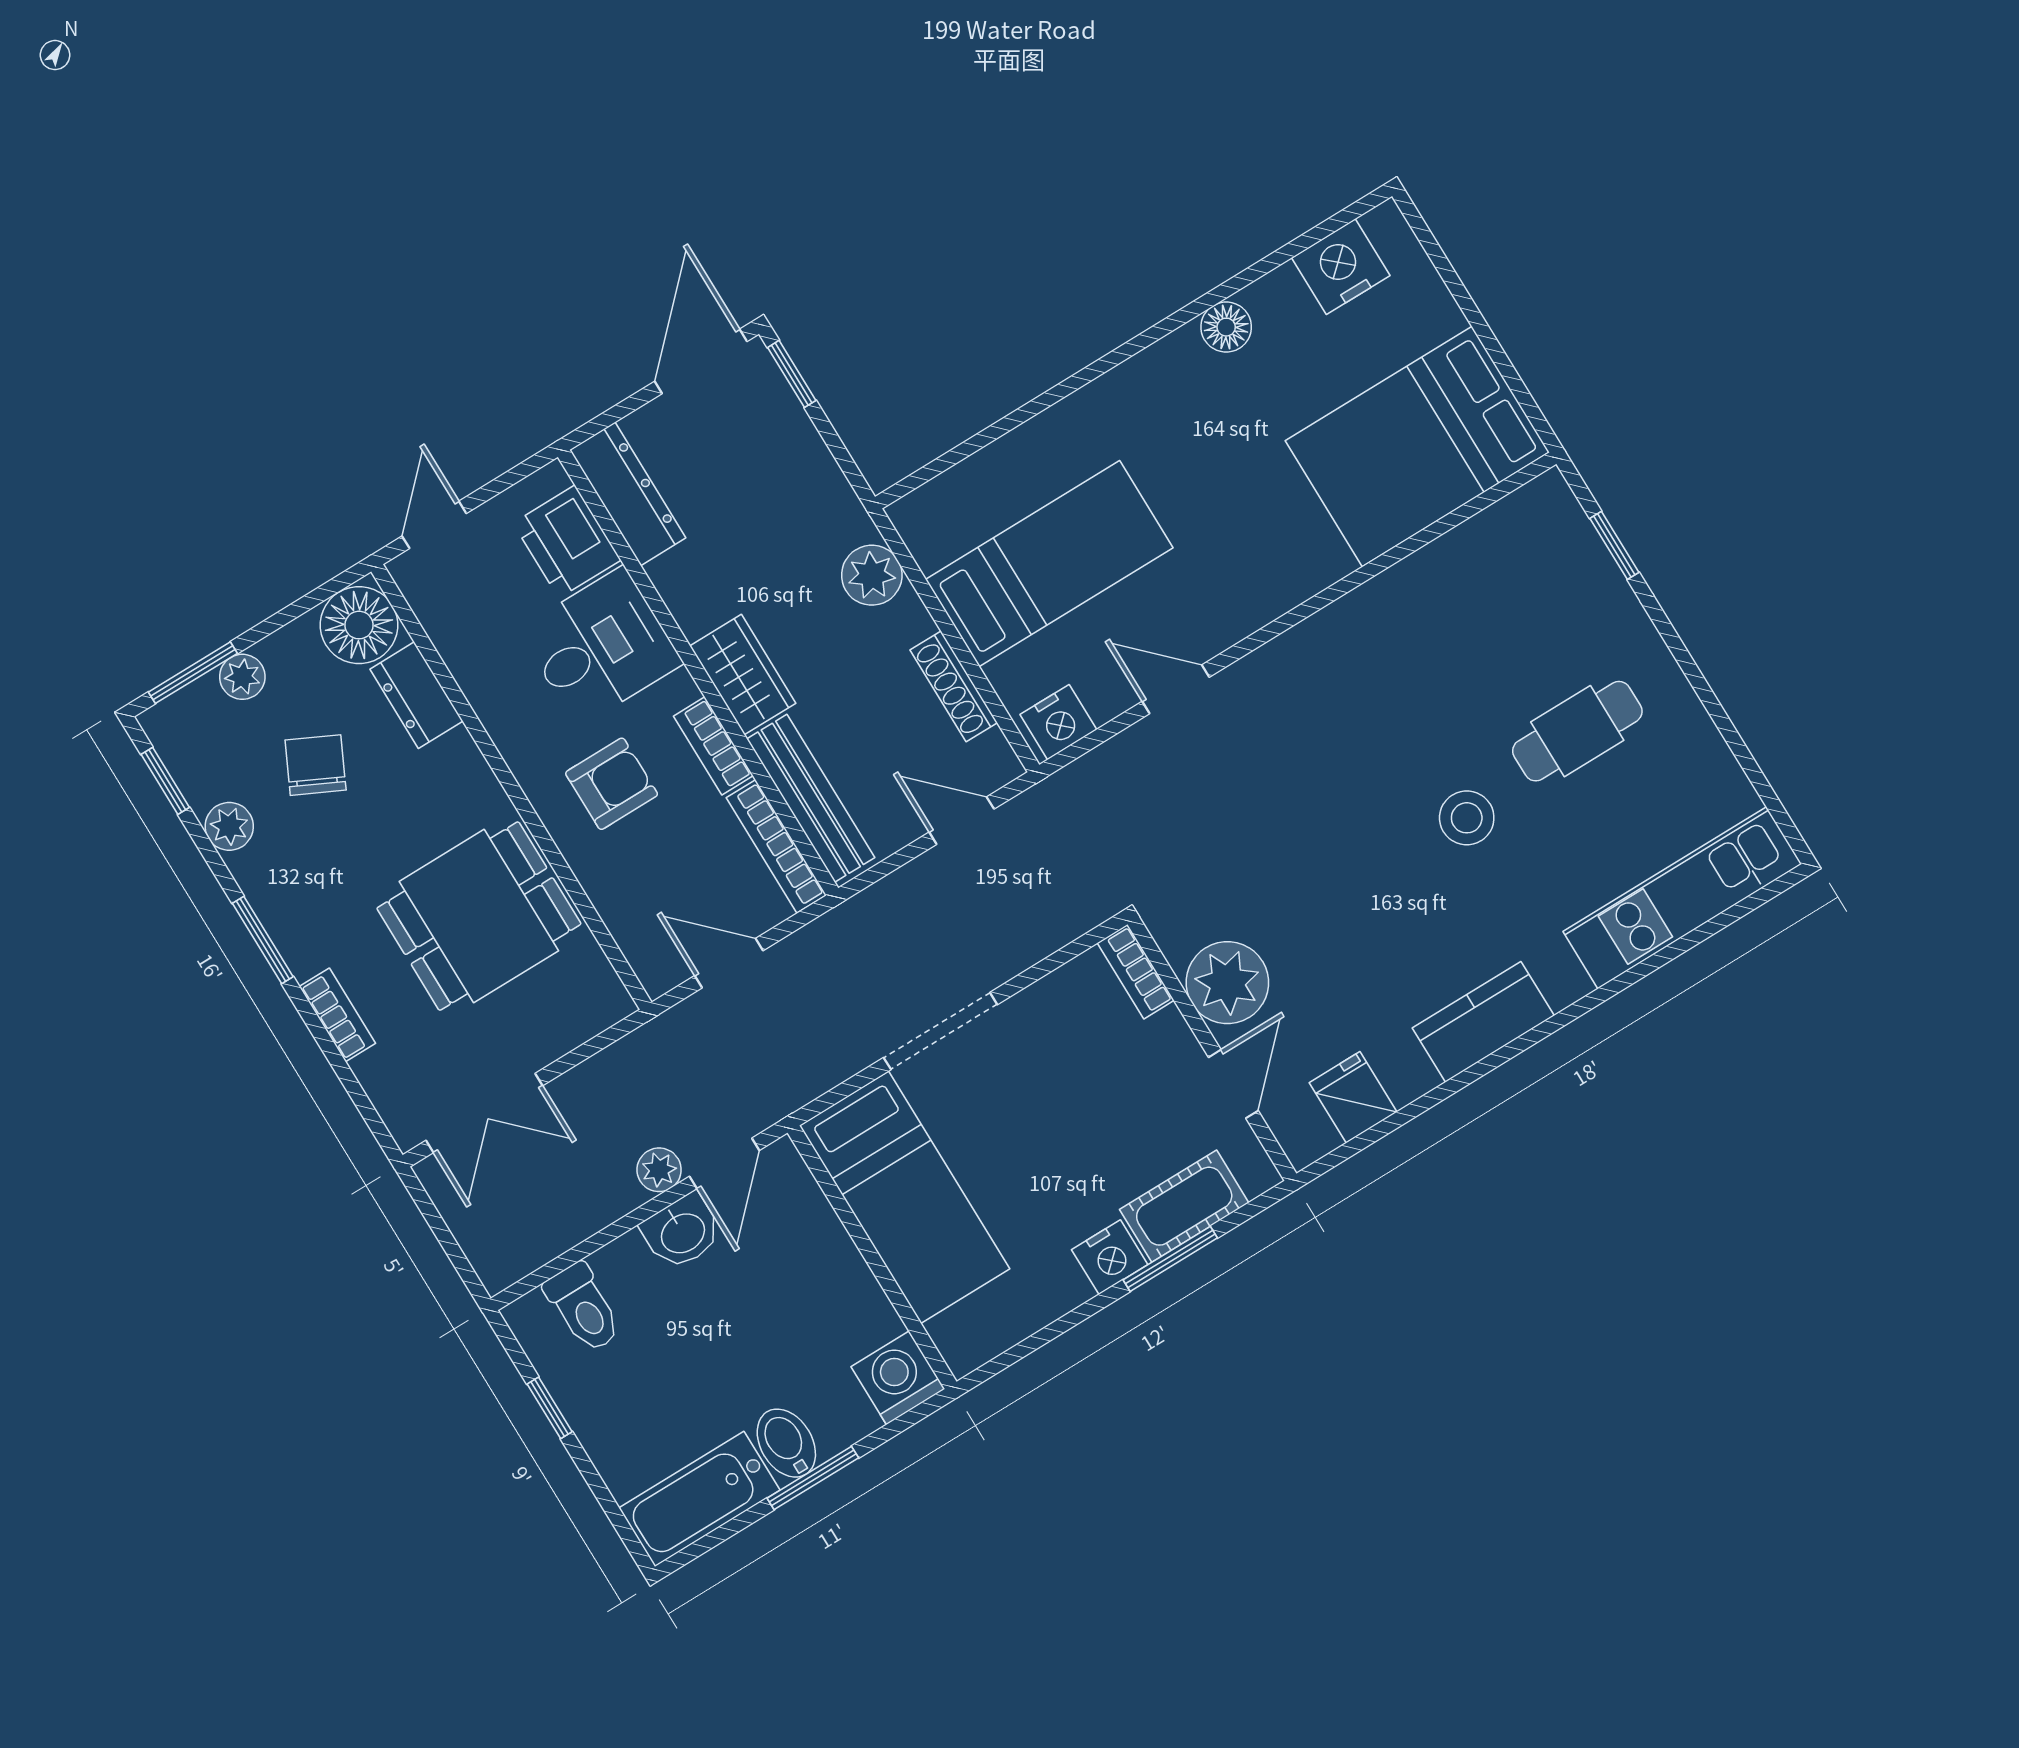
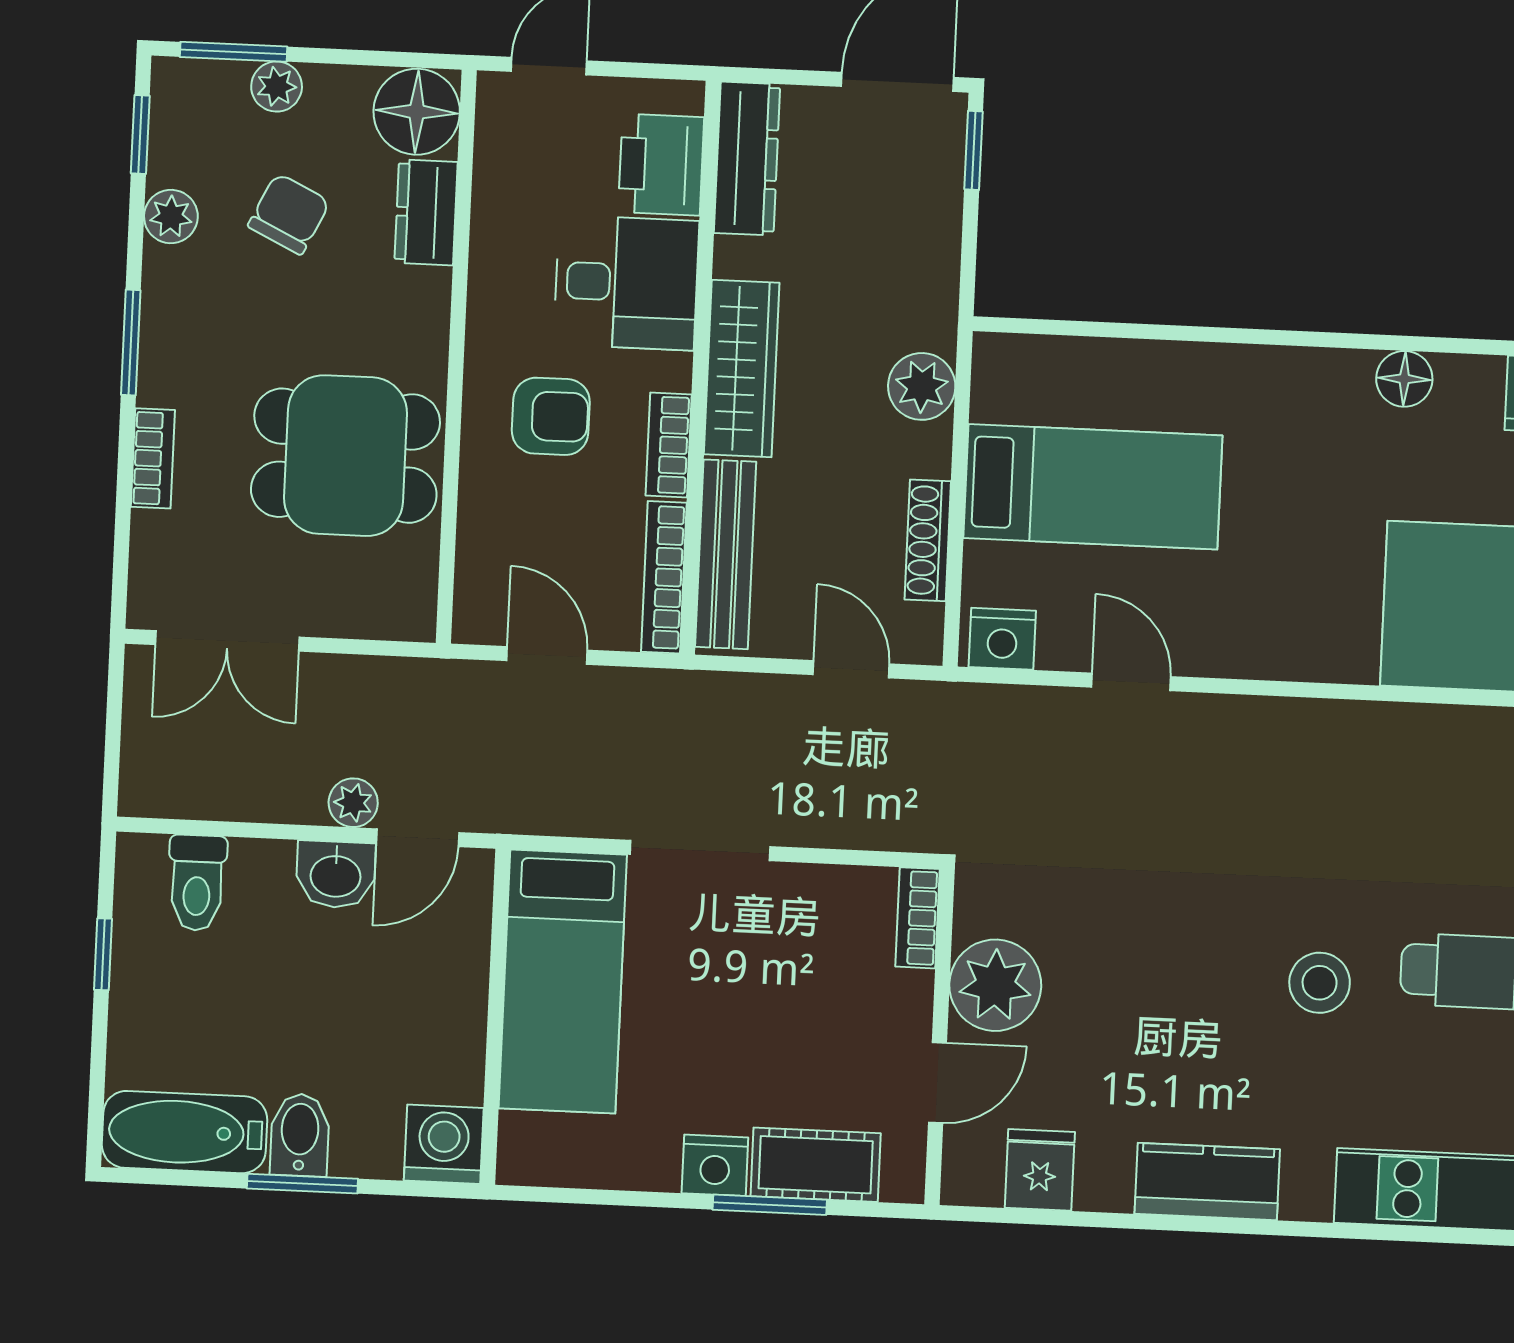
wardrobe: (743, 675) -> (742, 368), width x1.50

